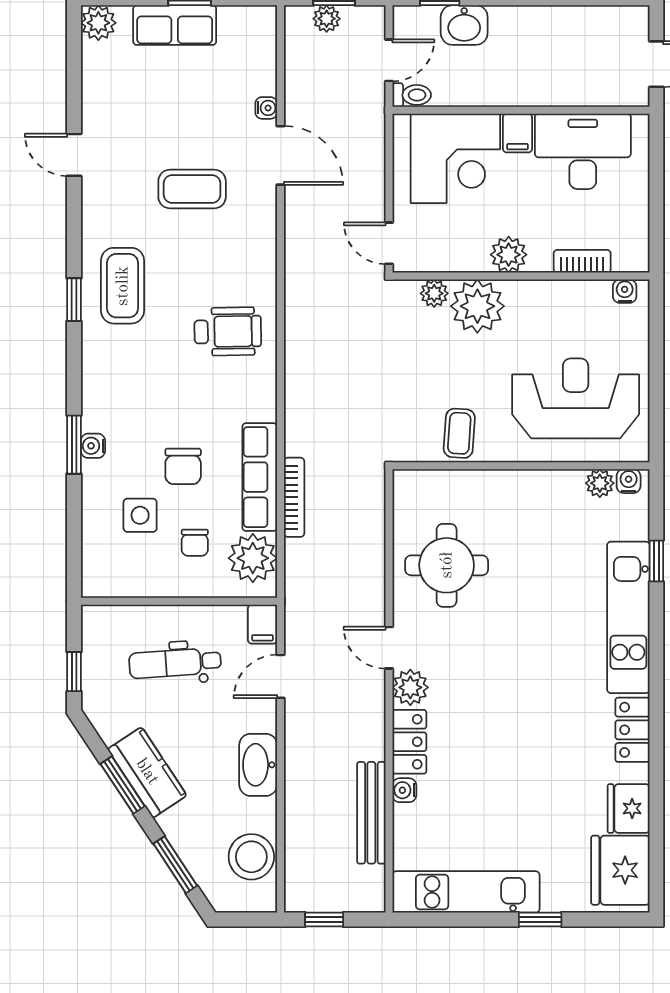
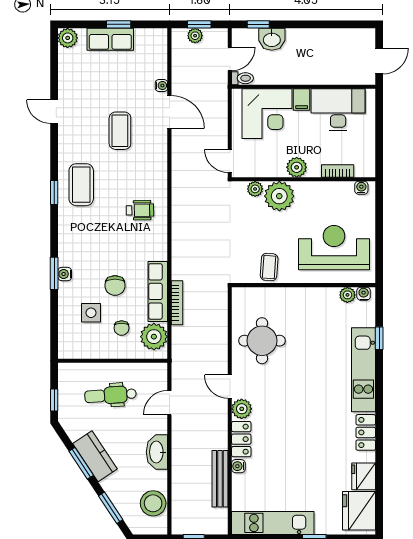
coffee table: (192, 189) -> (120, 131), turned 90
wheelchair: (228, 331) -> (140, 210), width x0.73, depth x0.73
filing cabinet: (263, 624) -> (159, 373), removed

